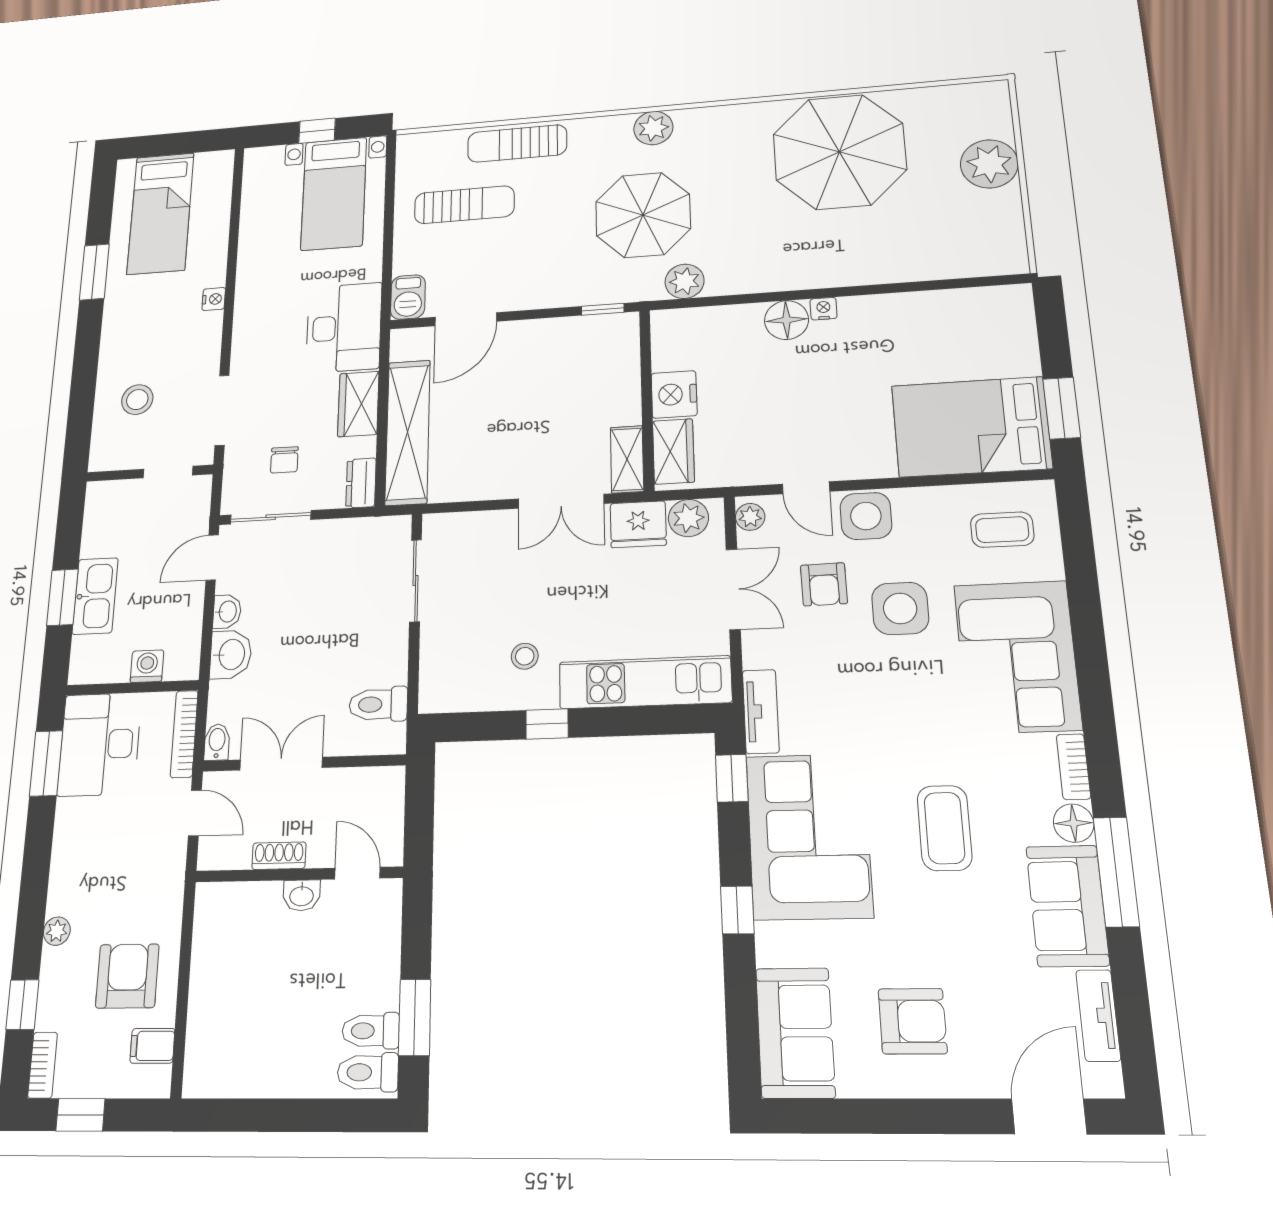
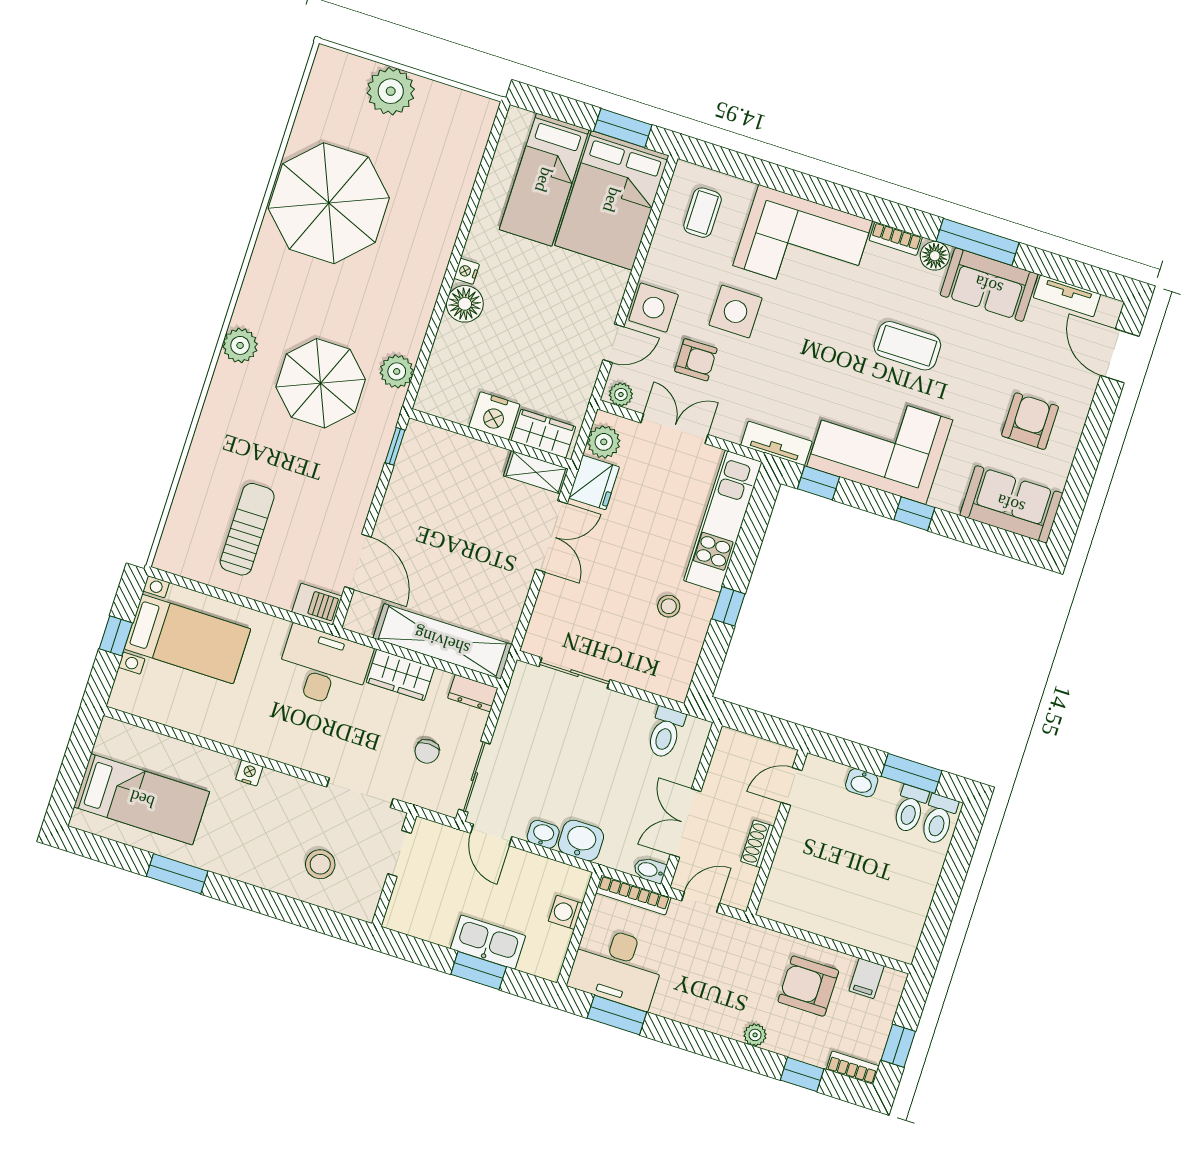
sun lounger: (517, 143) -> (205, 465), removed
bed: (962, 349) -> (544, 180), added
chair: (284, 460) -> (427, 751), turned 90
washbasin: (302, 895) -> (862, 783), moved, turned 90

